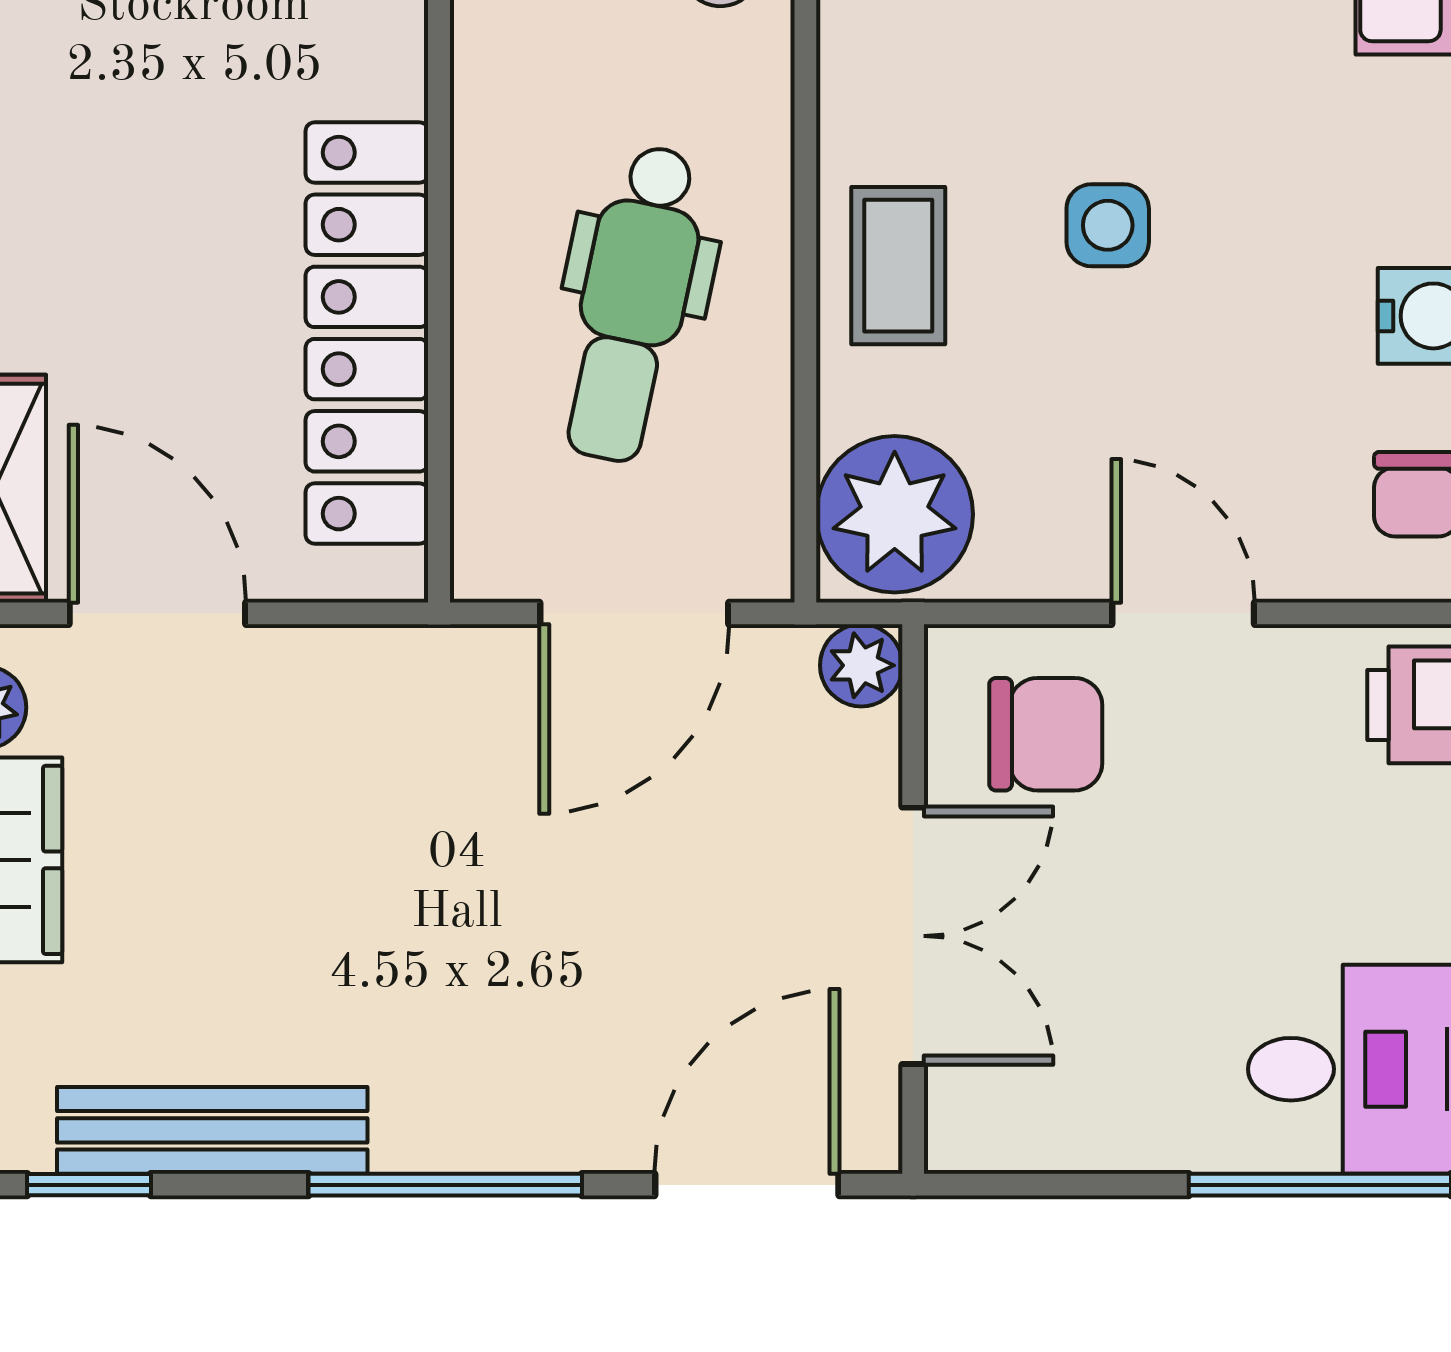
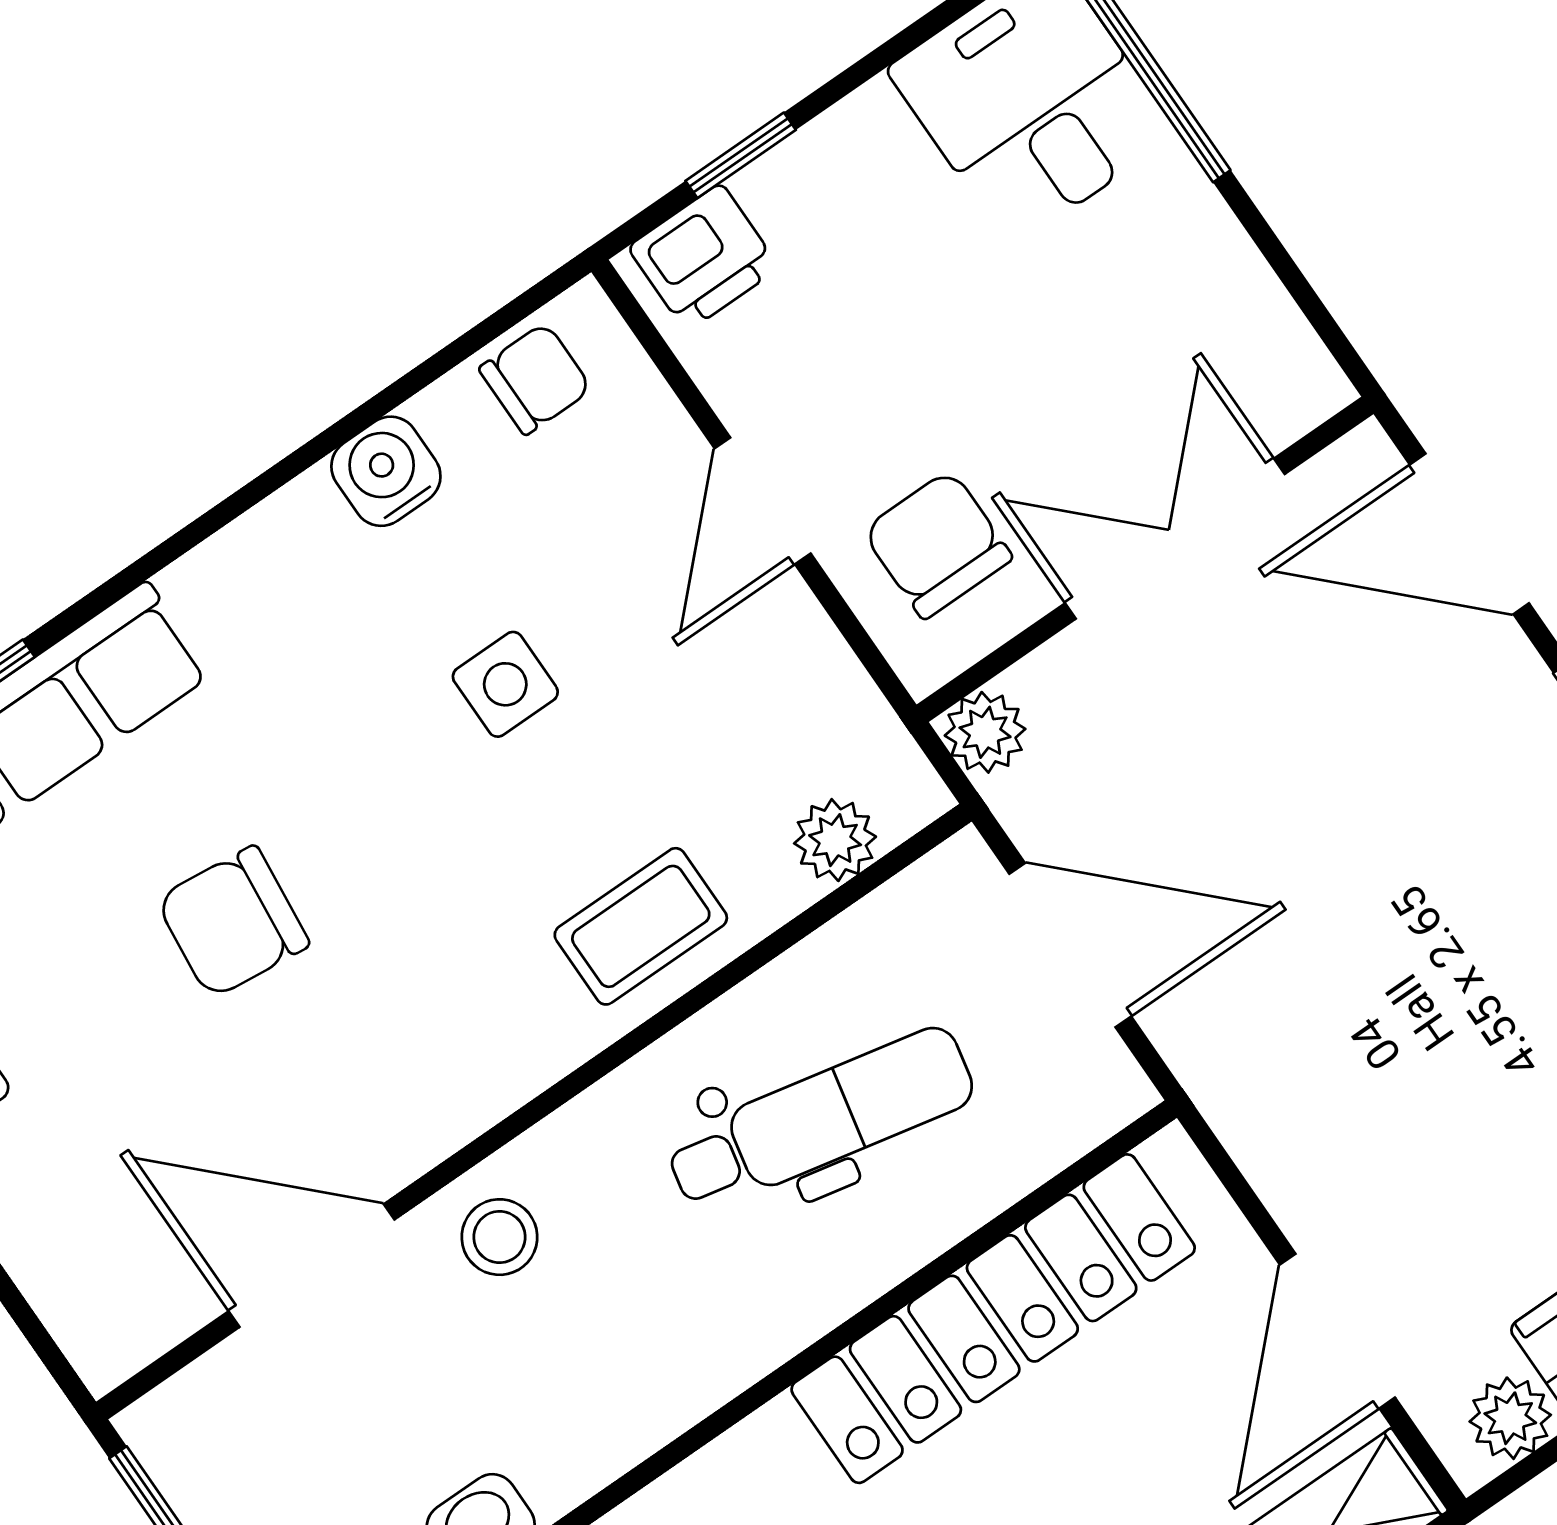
side table: (1108, 225) -> (505, 684), moved
plant: (895, 514) -> (835, 840), width x0.53, depth x0.53

